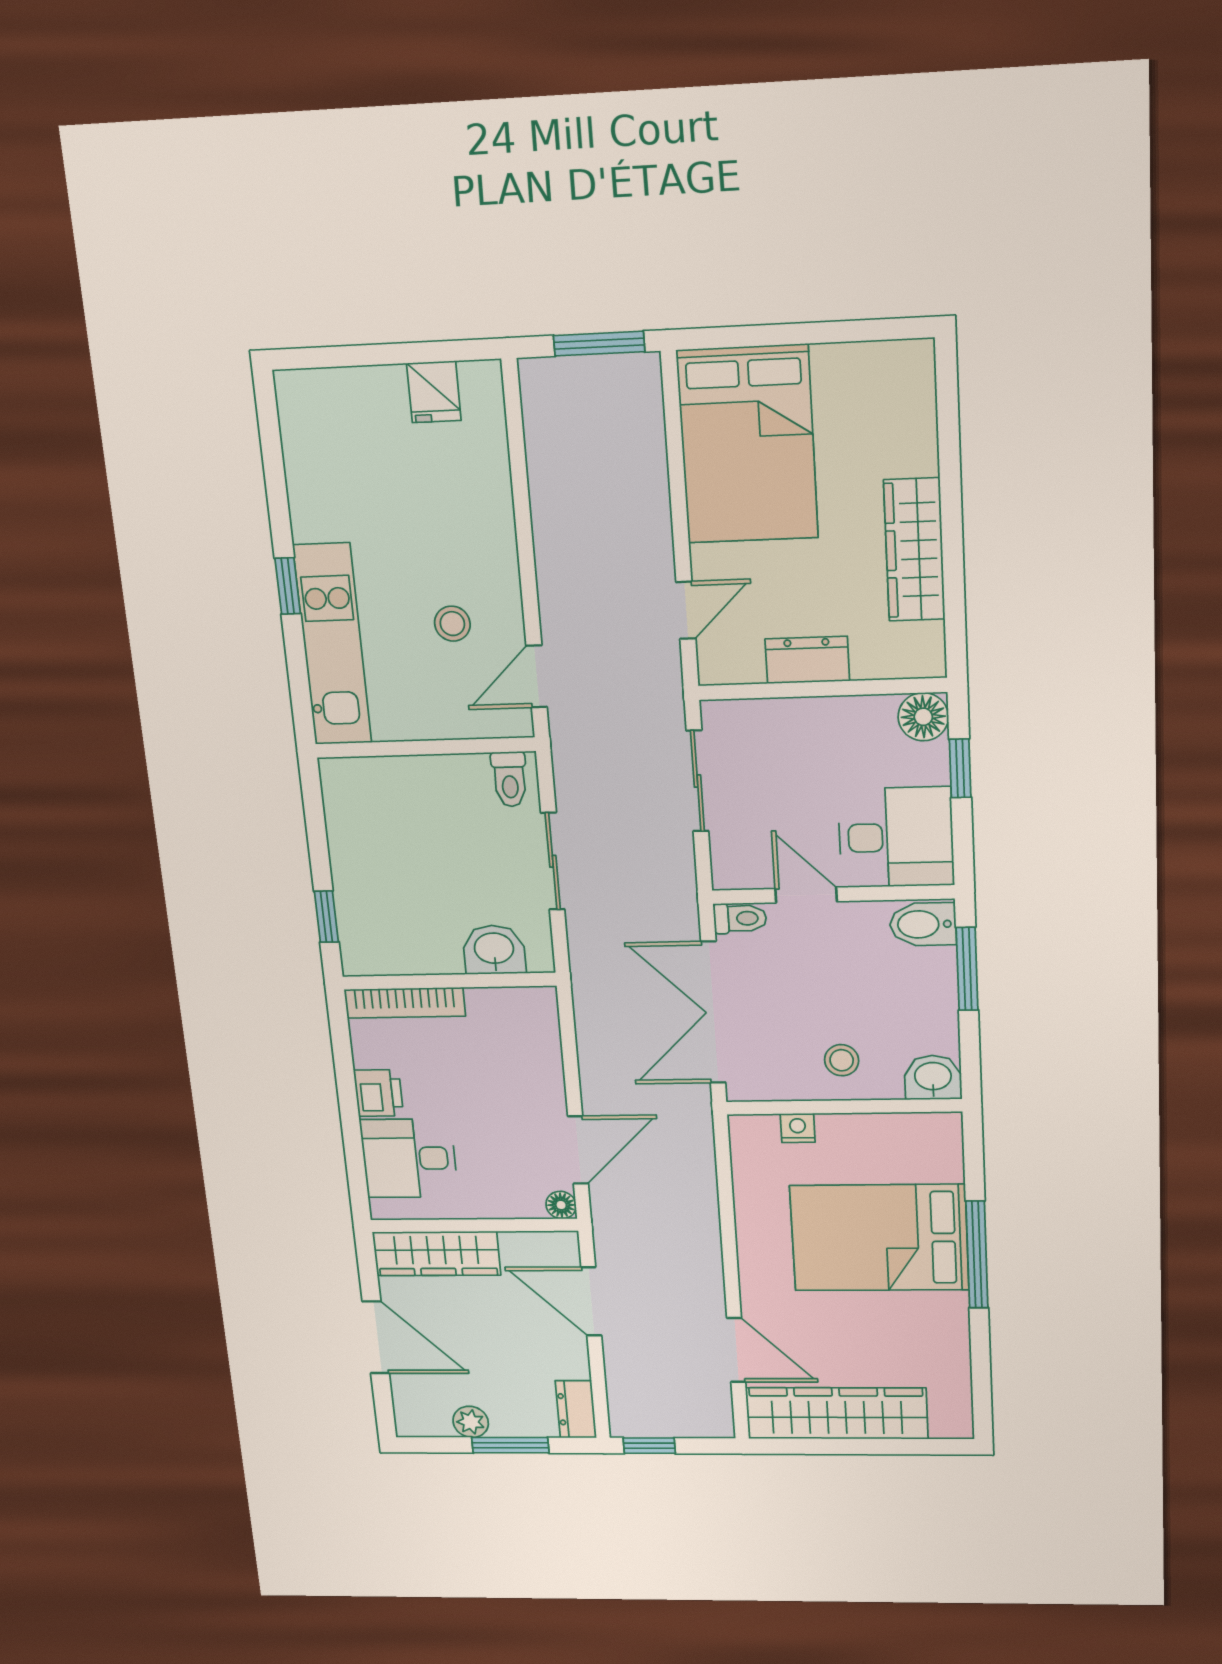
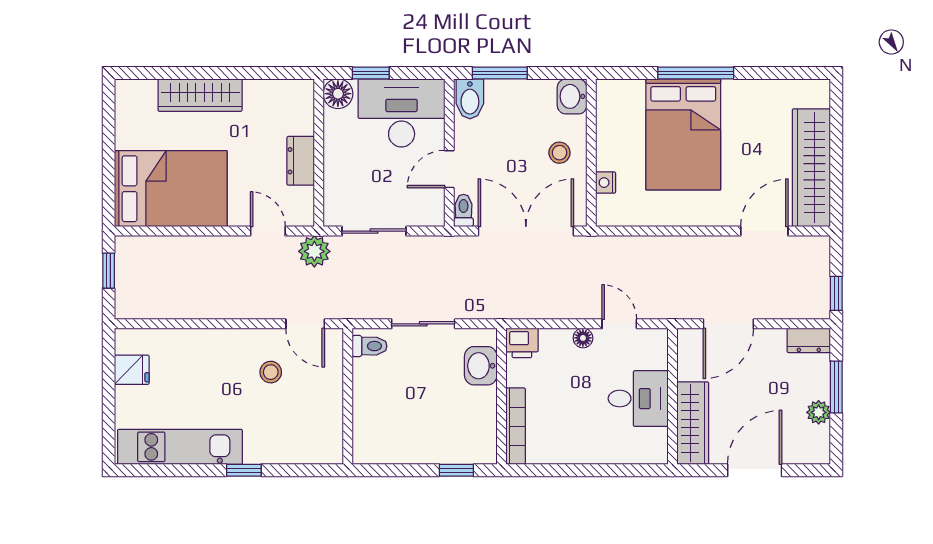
window: (599, 344) -> (109, 271), width x0.67
wardrobe: (914, 550) -> (200, 95), moved
kitchen unit: (332, 645) -> (180, 447), moved
plant: (657, 687) -> (314, 251), added
desk: (896, 837) -> (402, 113), width x1.37
double door: (713, 1013) -> (526, 231), swing flipped
printer: (379, 1093) -> (522, 343), moved, turned 180
door: (578, 1150) -> (619, 324), width x0.73
desk: (409, 1158) -> (638, 399), moved, turned -90
floor lamp: (561, 1205) -> (583, 338), moved

